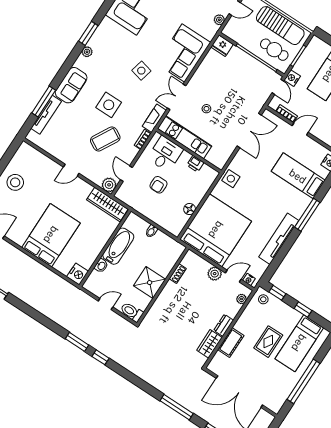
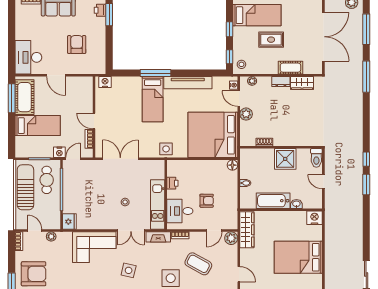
bed: (298, 176) -> (153, 99), moved
floor lamp: (190, 209) -> (232, 165), moved

